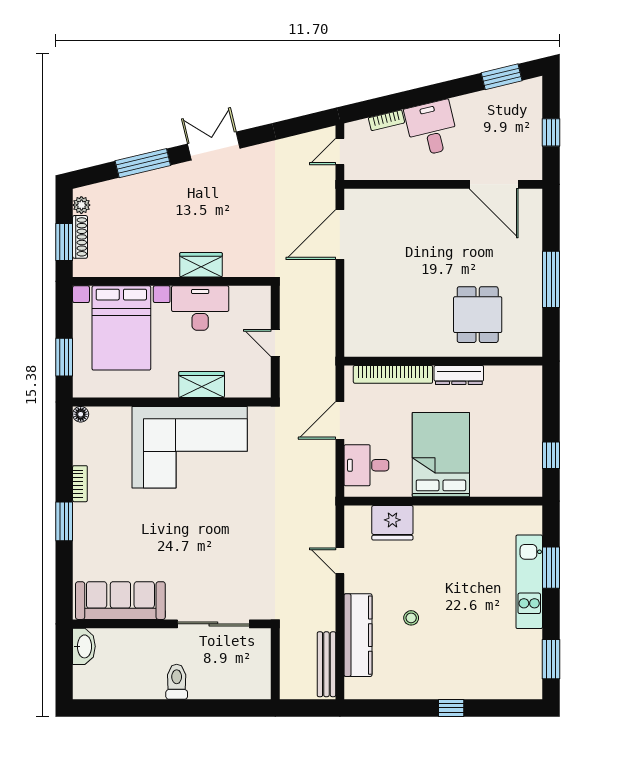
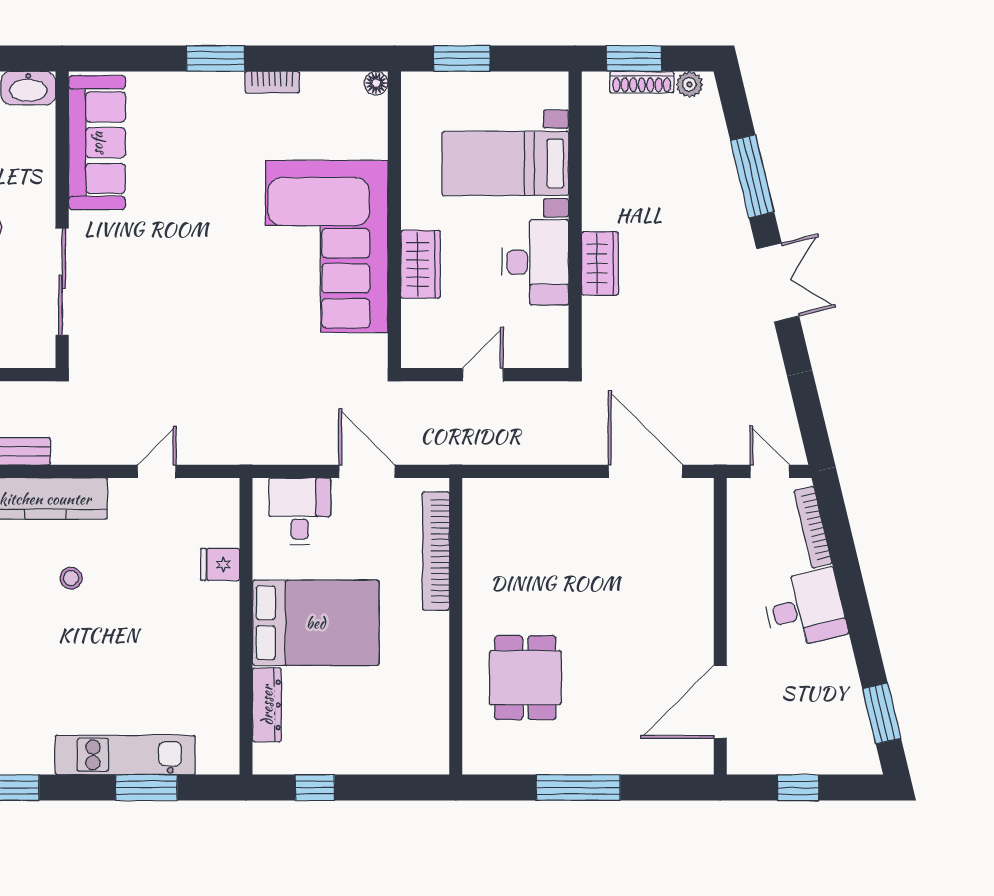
bookcase: (386, 120) -> (813, 527), width x1.56
dining table: (478, 315) -> (525, 678), turned 90
bed with nightstands: (121, 328) -> (505, 163), width x0.73
dresser: (459, 375) -> (267, 705), moved, turned 180
fridge: (392, 523) -> (220, 564), width x0.53, depth x0.75

